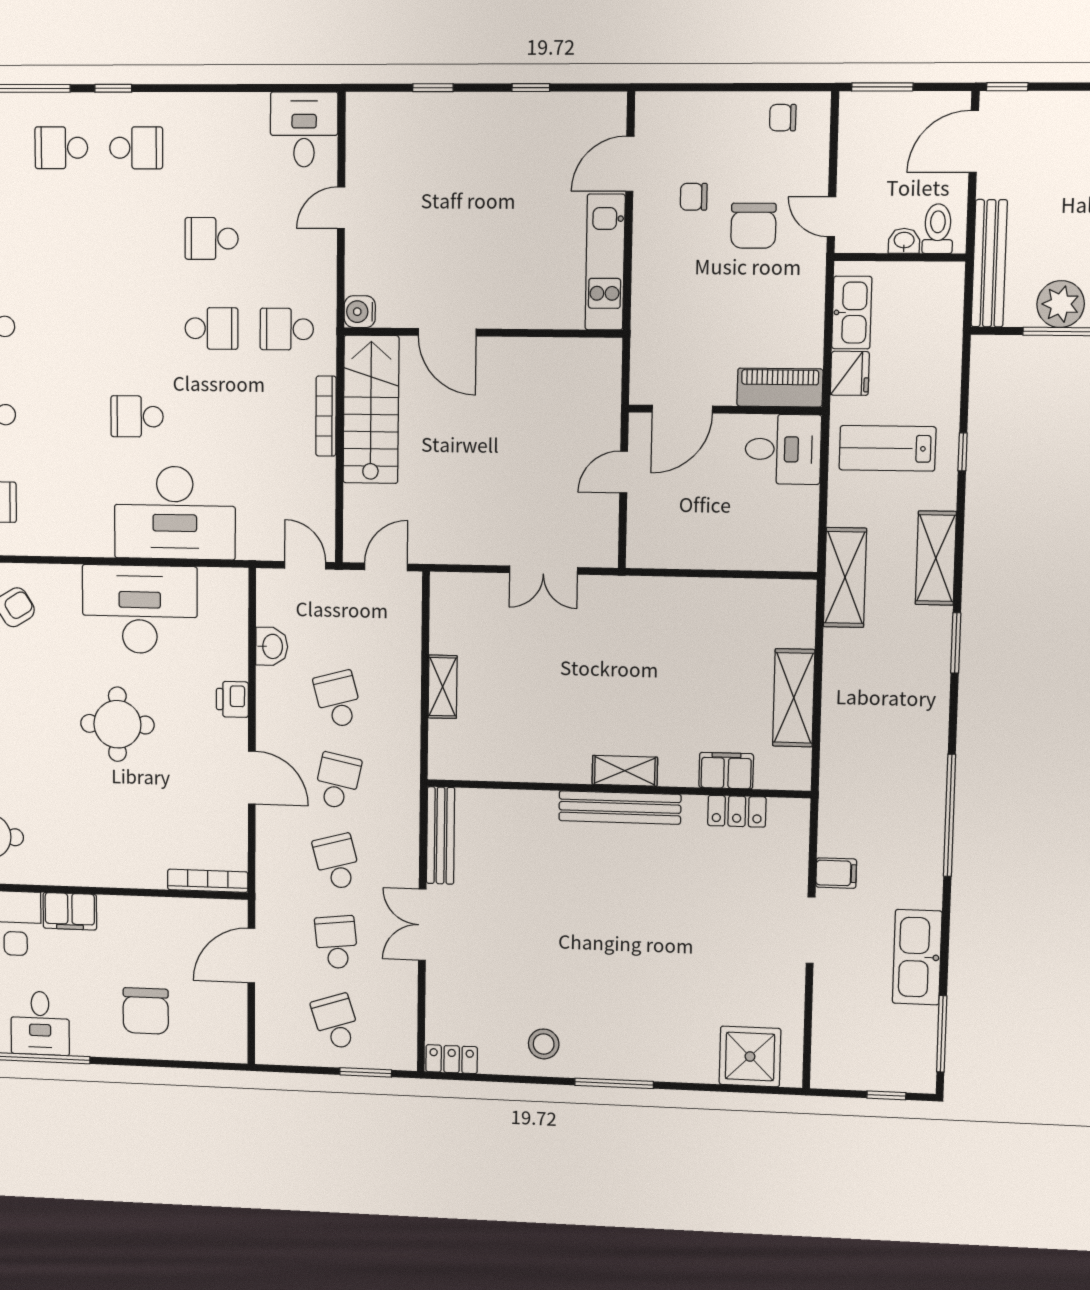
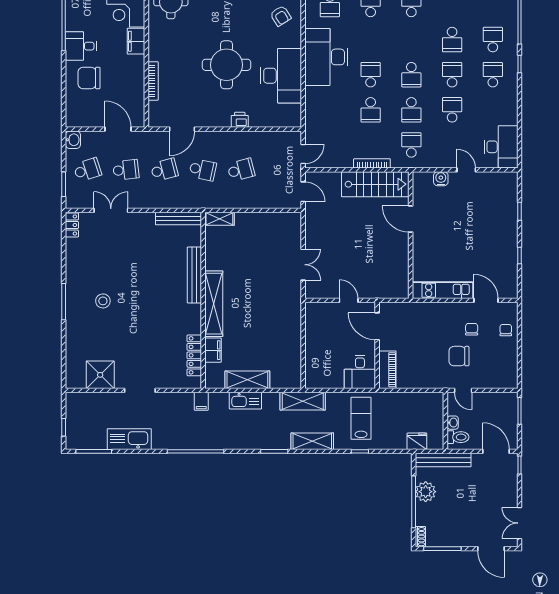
chair: (783, 118) -> (506, 330), moved
desk: (304, 129) -> (501, 147), width x1.37
school desk: (136, 148) -> (493, 75), turned 180
door: (832, 217) -> (463, 390), swing flipped
school desk: (62, 238) -> (452, 40), added
school desk: (136, 238) -> (452, 75), added
water cooler: (360, 312) -> (441, 179), moved
kitchen sink: (852, 313) -> (245, 401), moved
school desk: (137, 328) -> (411, 75), added
door: (447, 332) -> (411, 219), hinge flipped
fridge: (850, 373) -> (417, 441), moved, turned 180
school desk: (211, 417) -> (371, 110), added
desk: (175, 513) -> (326, 57), moved
double door: (544, 570) -> (303, 265), swing flipped
washbasin: (272, 646) -> (73, 140), moved, turned -90
shelving: (443, 687) -> (219, 219), moved
round table: (117, 724) -> (226, 65), width x1.36, depth x1.36
shelving: (625, 771) -> (214, 304), width x2.20, depth x1.33
door: (252, 778) -> (182, 129), moved
bench: (620, 807) -> (194, 275), moved
locker: (737, 811) -> (194, 355), width x1.53
filing cabinet: (836, 873) -> (201, 401), moved
bookcase: (208, 881) -> (153, 81), moved
double door: (422, 925) -> (111, 210), moved
desk: (40, 1023) -> (81, 46), moved
stool: (544, 1044) -> (103, 301), moved
shower: (750, 1057) -> (100, 375), moved

